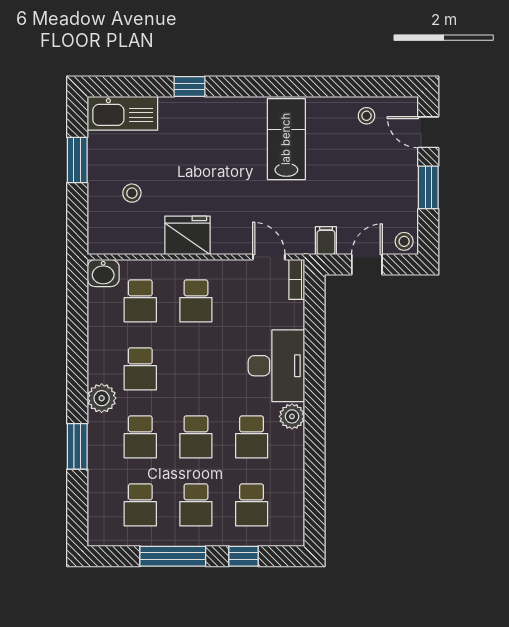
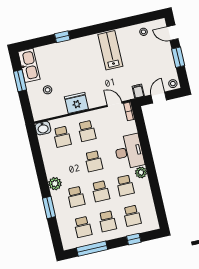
kitchen sink: (122, 113) -> (29, 65), moved, turned -90
school desk: (140, 369) -> (94, 161), moved
window: (173, 556) -> (92, 249), moved

